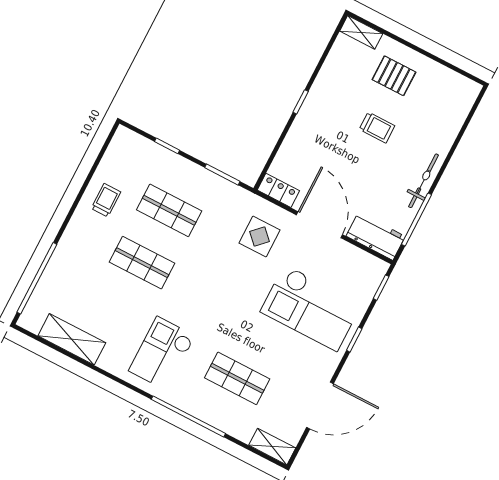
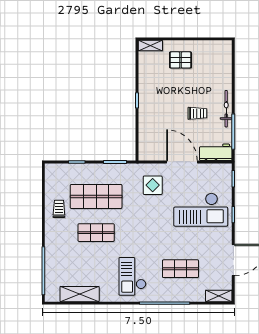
trolley: (377, 127) -> (197, 113), moved
locker: (278, 190) -> (150, 155), removed
shop shelf: (169, 210) -> (96, 196), width x1.43, depth x1.36

